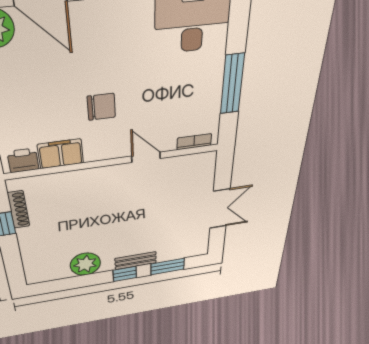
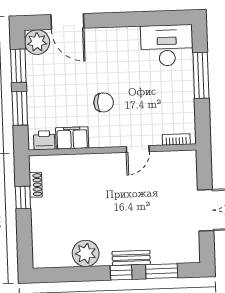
window: (232, 84) -> (201, 75), moved
door: (146, 157) -> (138, 149), swing flipped
shoe rack: (19, 210) -> (36, 185), width x0.70

